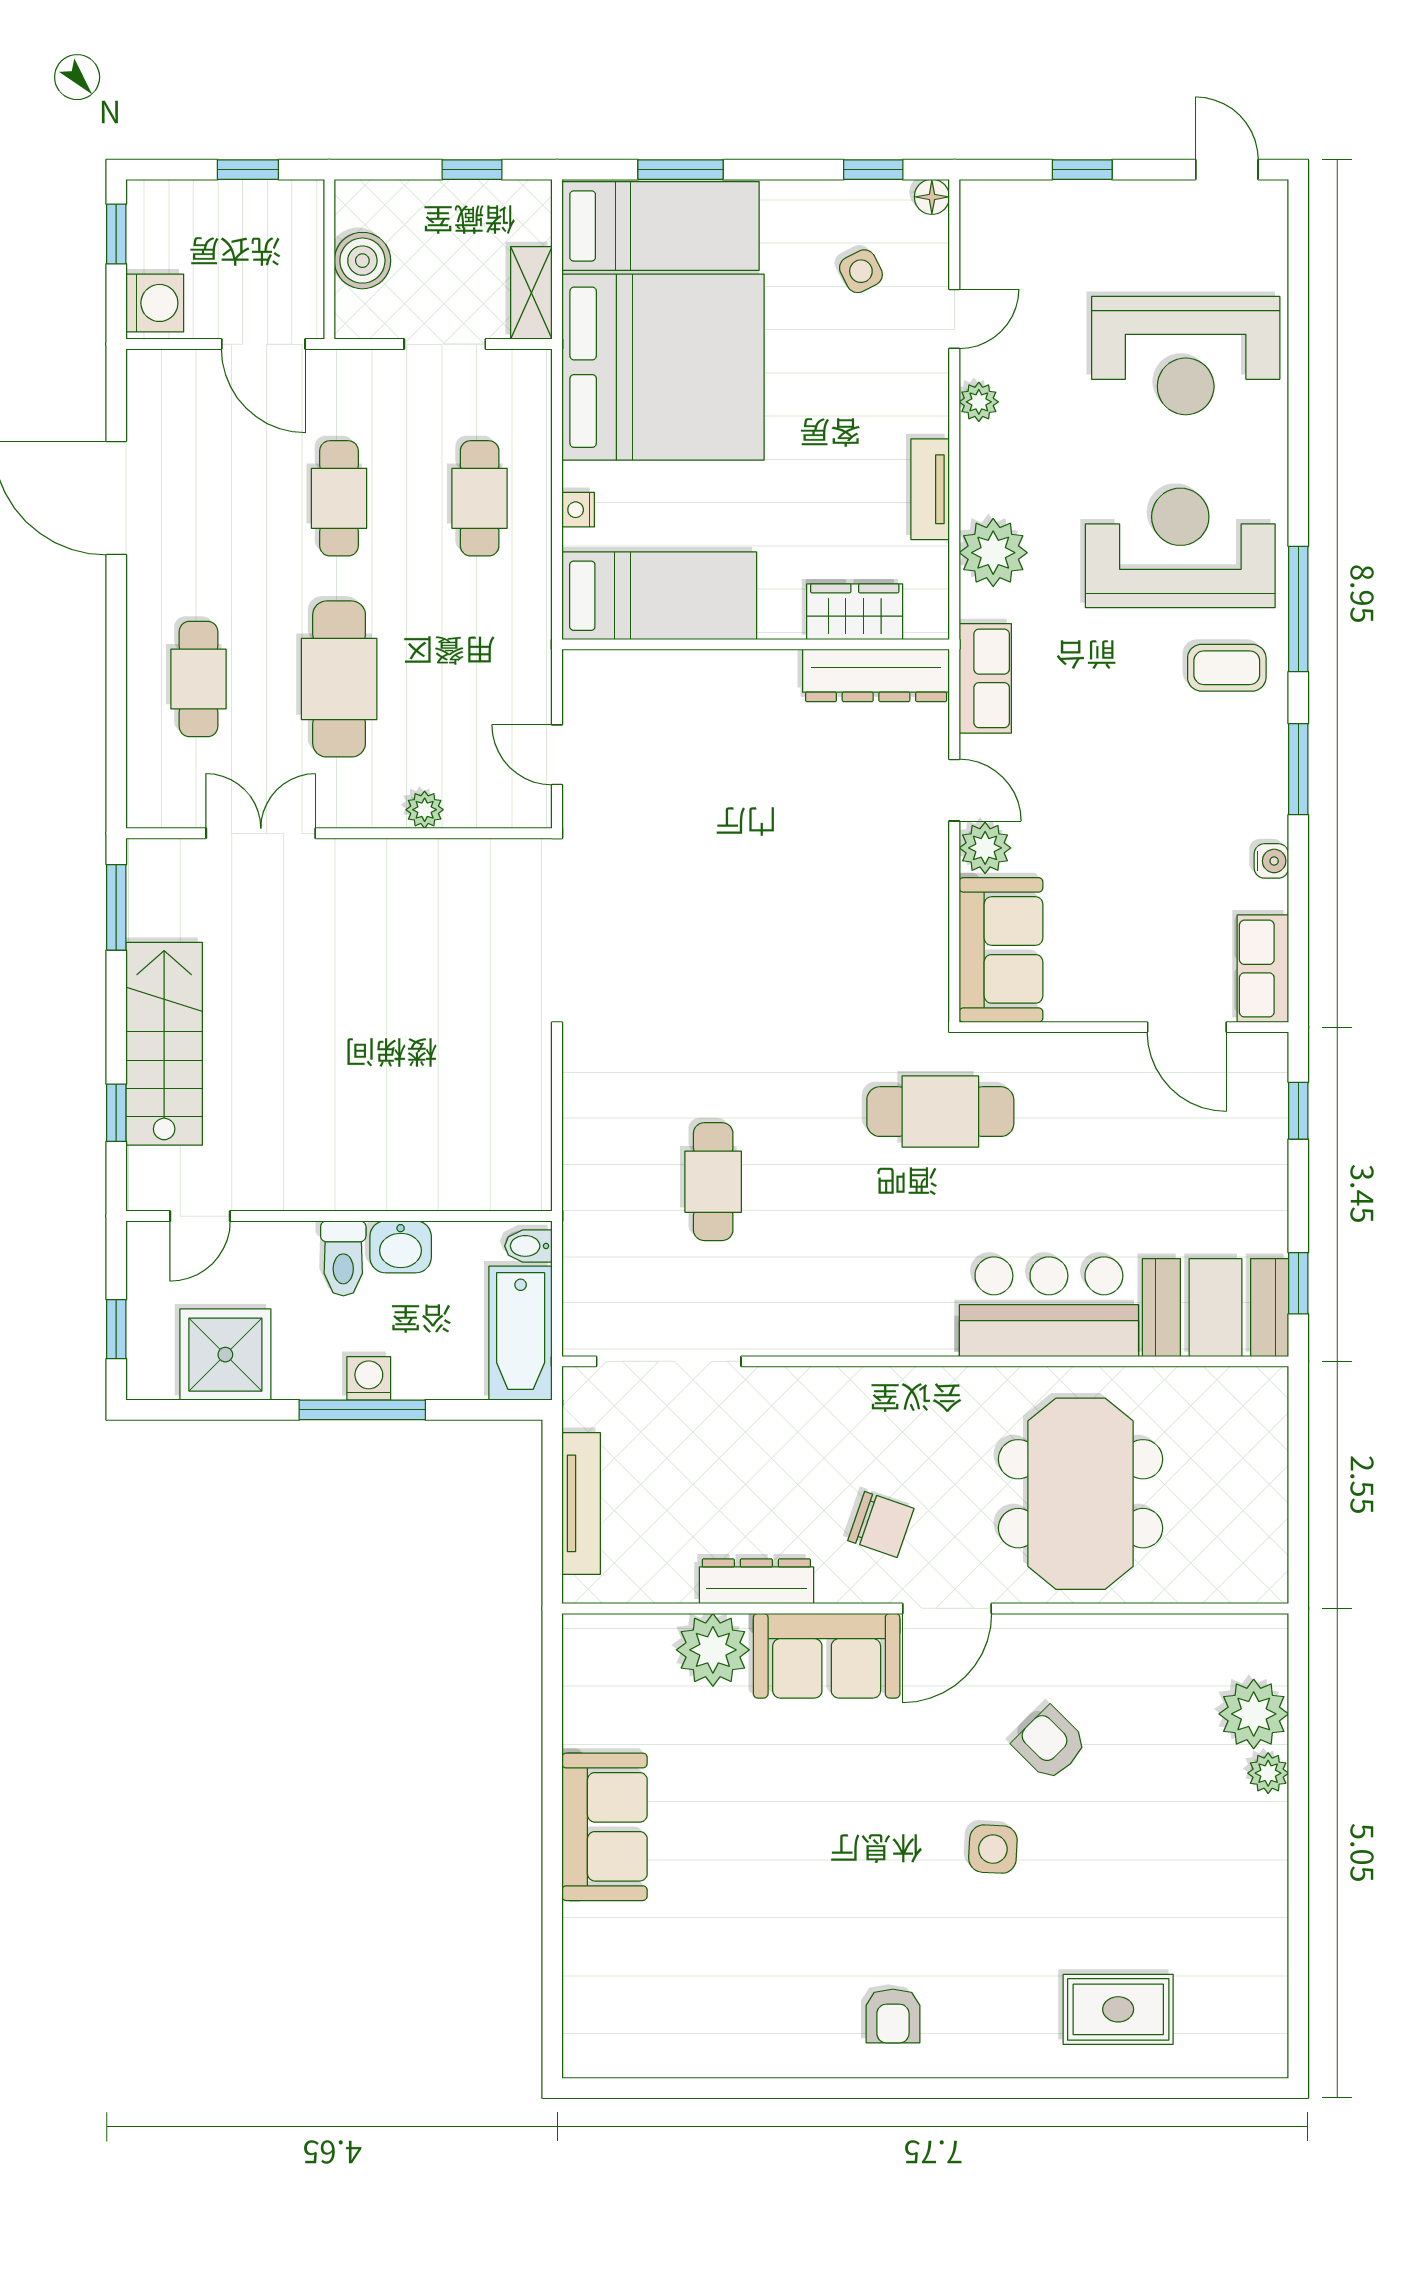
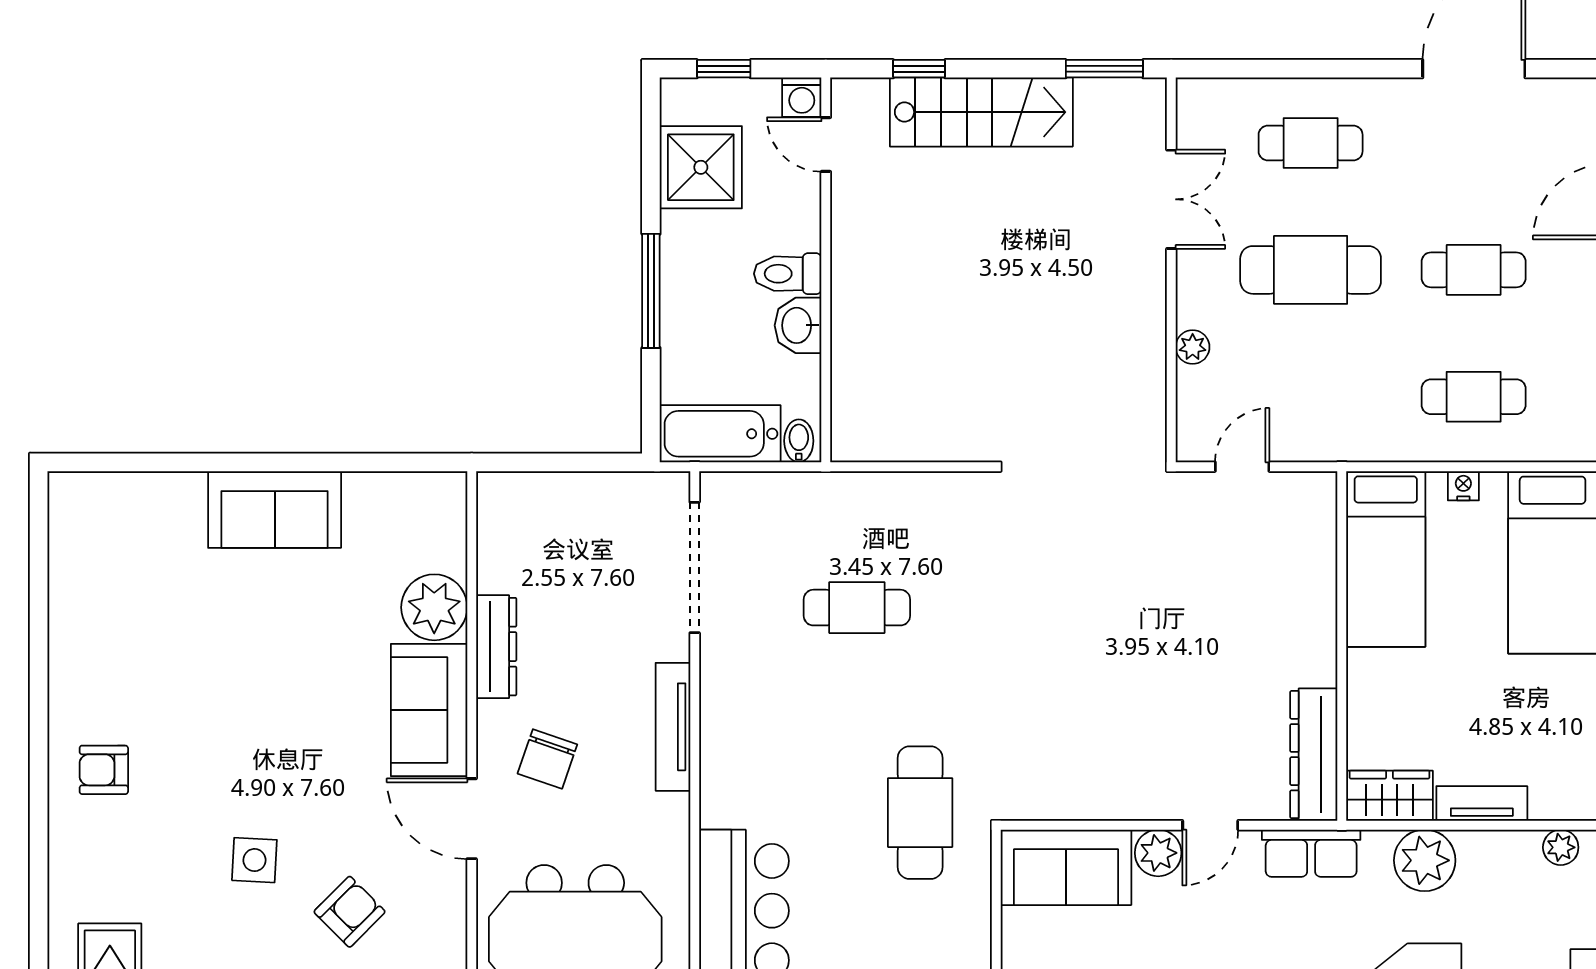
wardrobe: (855, 612) -> (1389, 796), moved, turned -90
washing machine: (369, 1378) -> (802, 97), moved, turned 90
tv unit: (581, 1503) -> (673, 727), moved, turned 90

